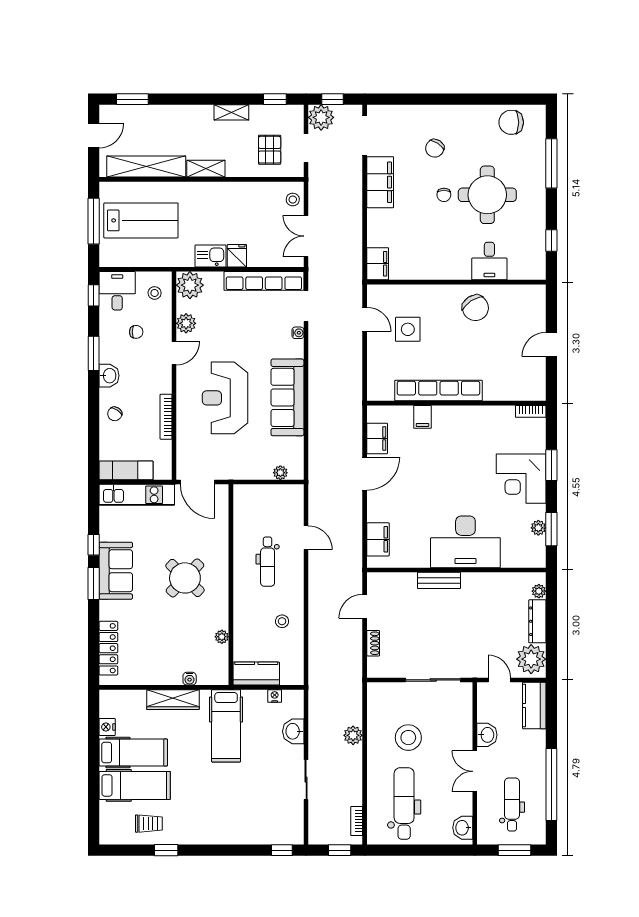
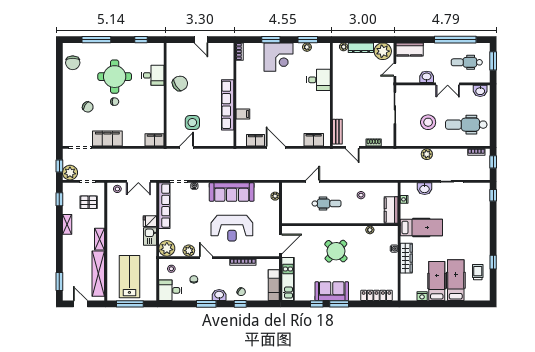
window: (94, 295) -> (240, 304), moved
desk: (465, 542) -> (319, 80), width x0.53, depth x0.77
bench: (439, 580) -> (337, 132), moved

